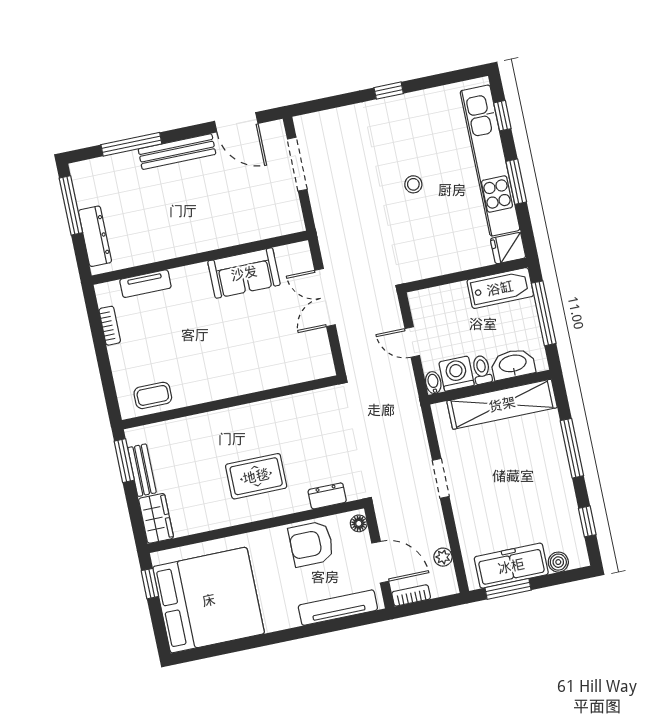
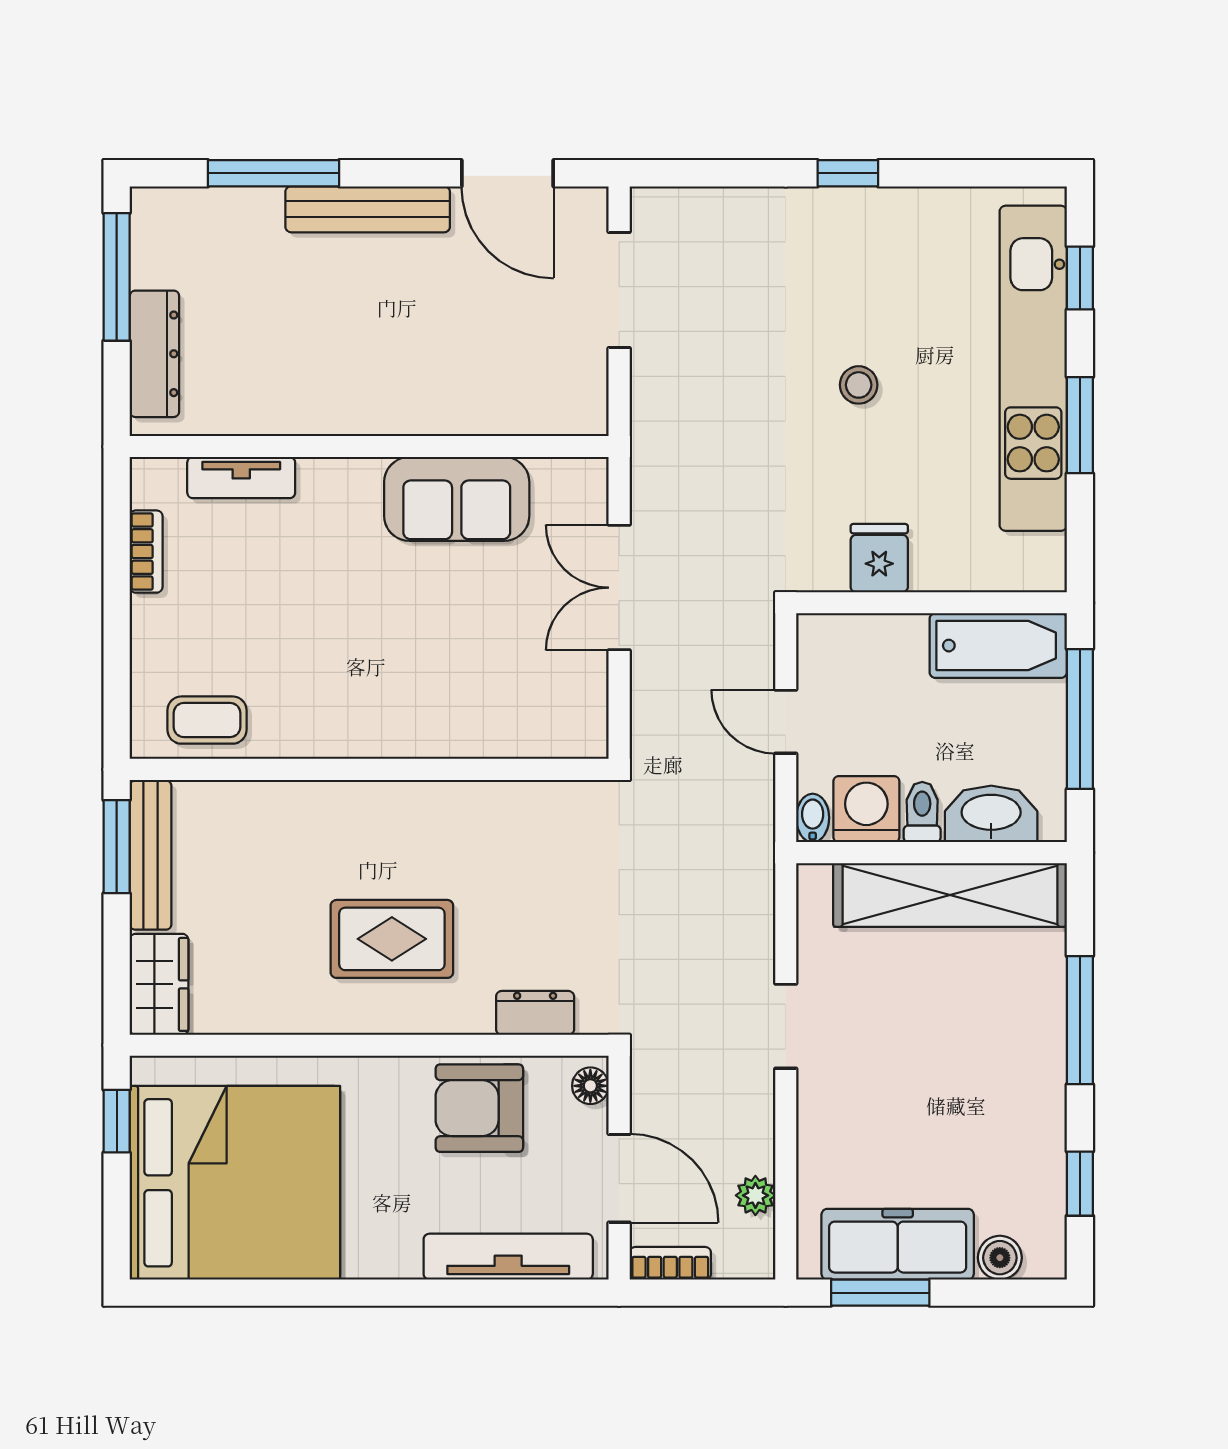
fridge: (508, 248) -> (879, 558), moved, turned 90
bench: (142, 470) -> (151, 855), width x1.36

